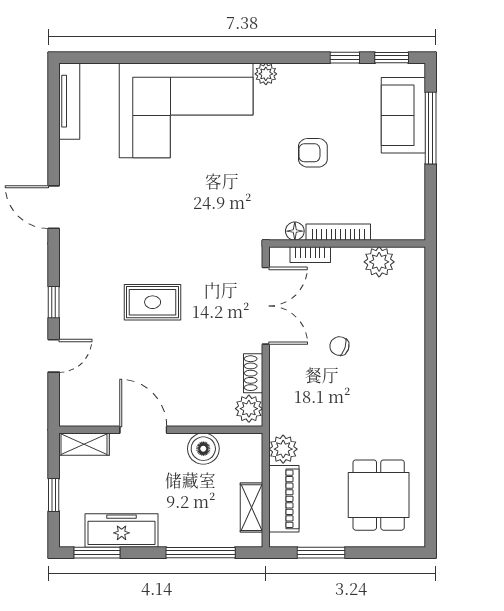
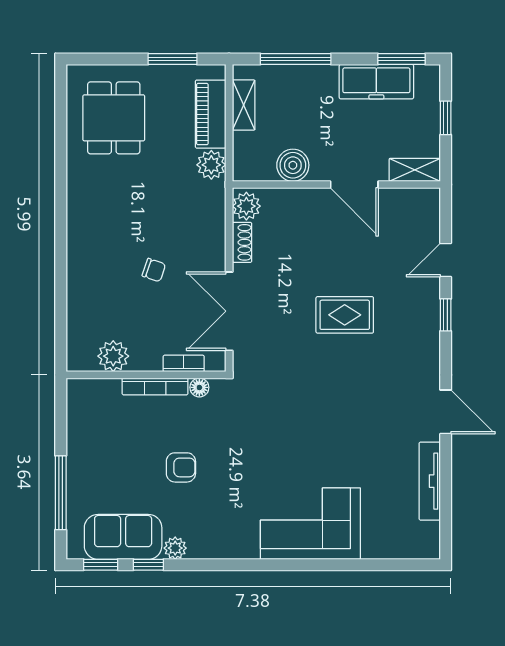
plant: (266, 74) -> (175, 548), moved
tv unit: (69, 101) -> (430, 481), moved
corner sofa: (186, 110) -> (310, 524), width x0.73, depth x0.74
sofa: (403, 115) -> (123, 537), moved, turned -90

